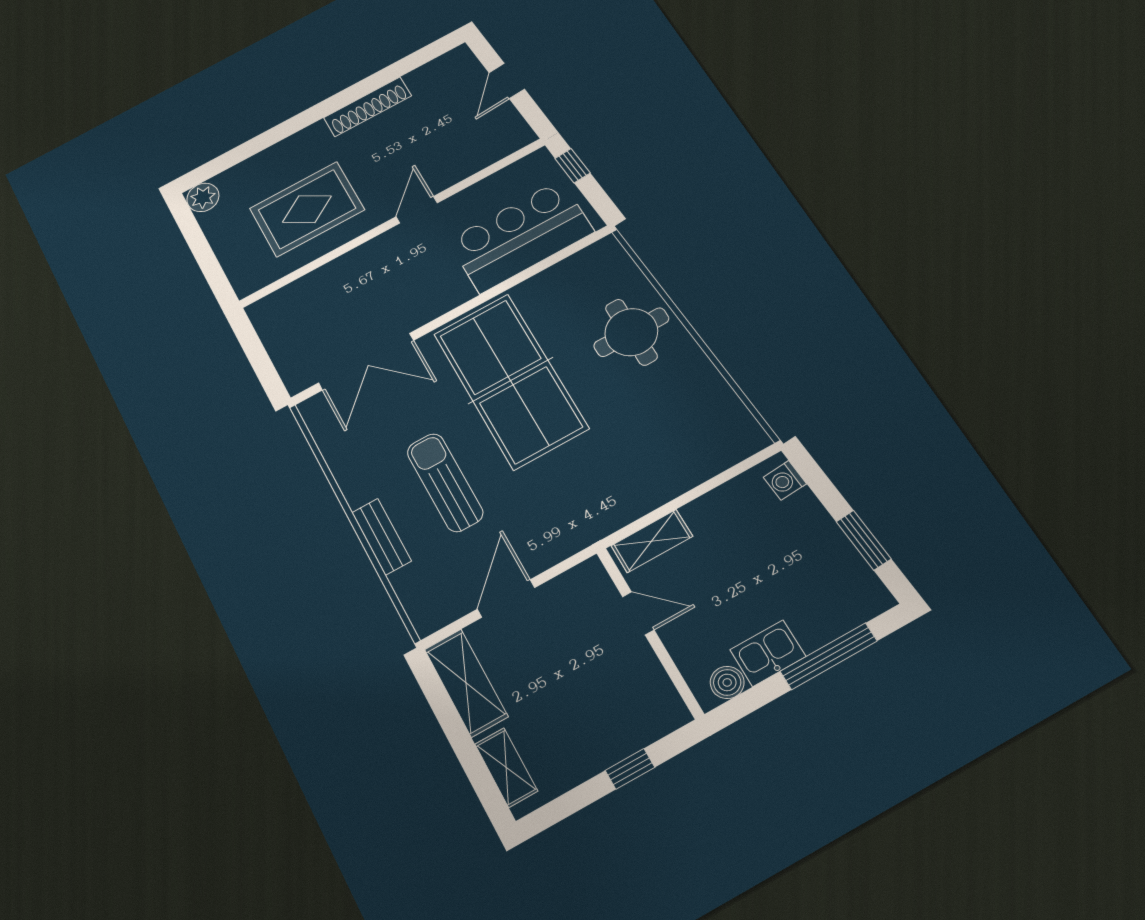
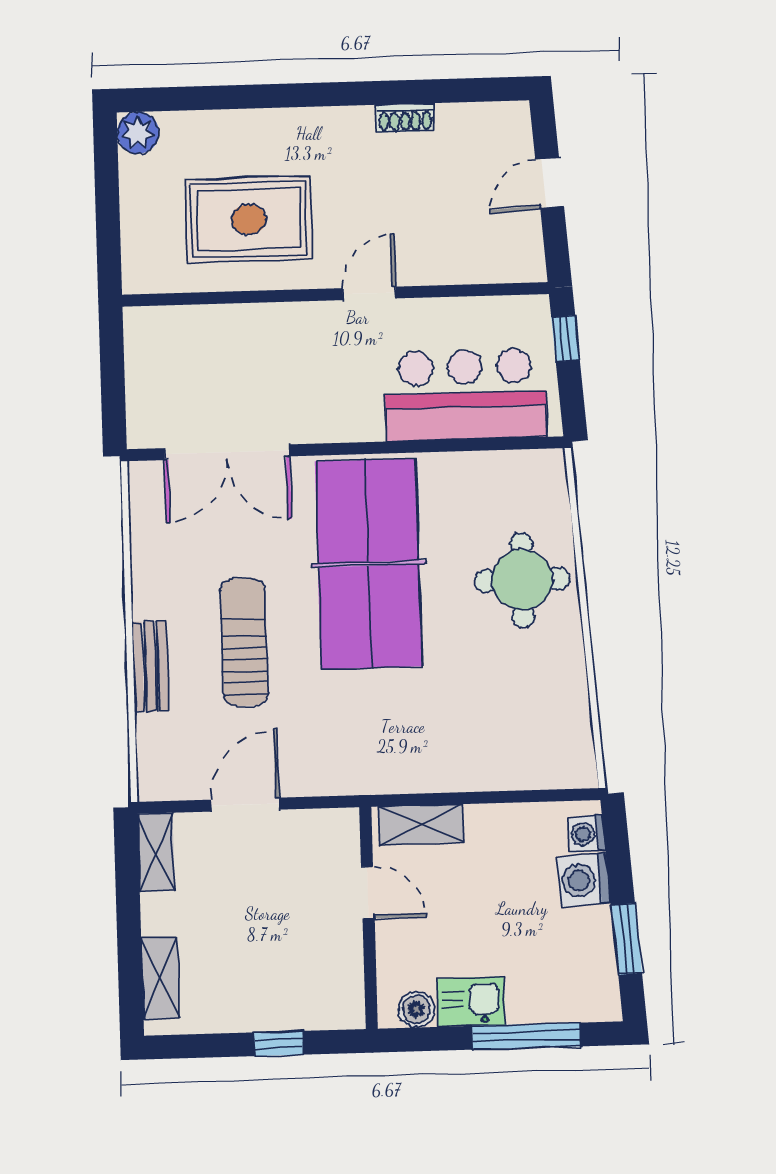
shoe rack: (368, 107) -> (405, 118), width x0.51, depth x0.81
washing machine: (803, 515) -> (584, 880), added
shelving: (466, 683) -> (156, 852), width x0.67, depth x0.75

